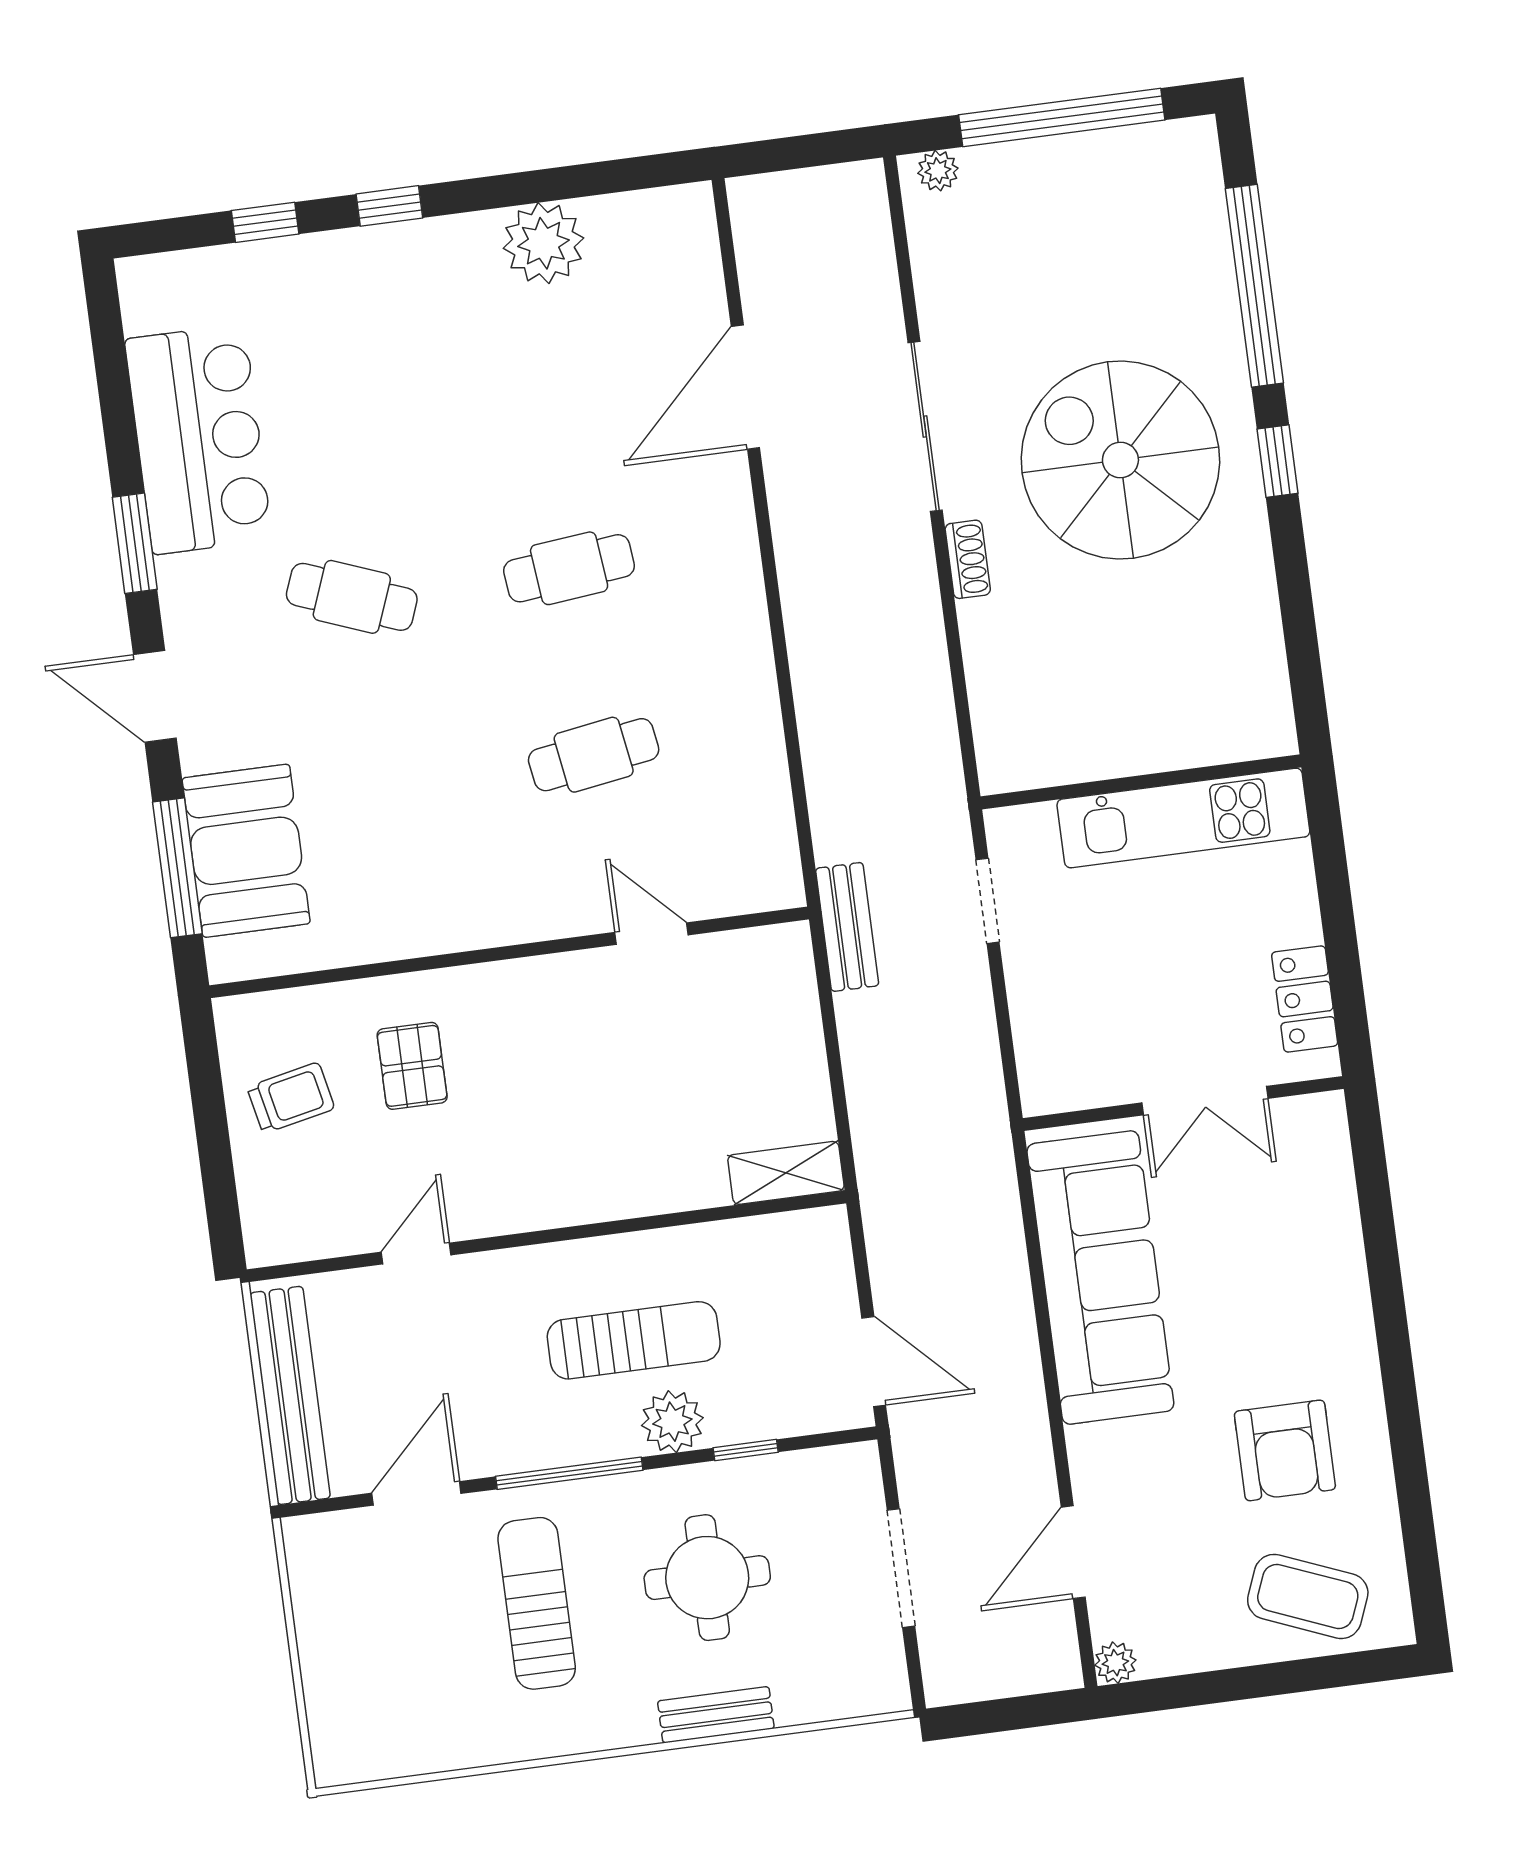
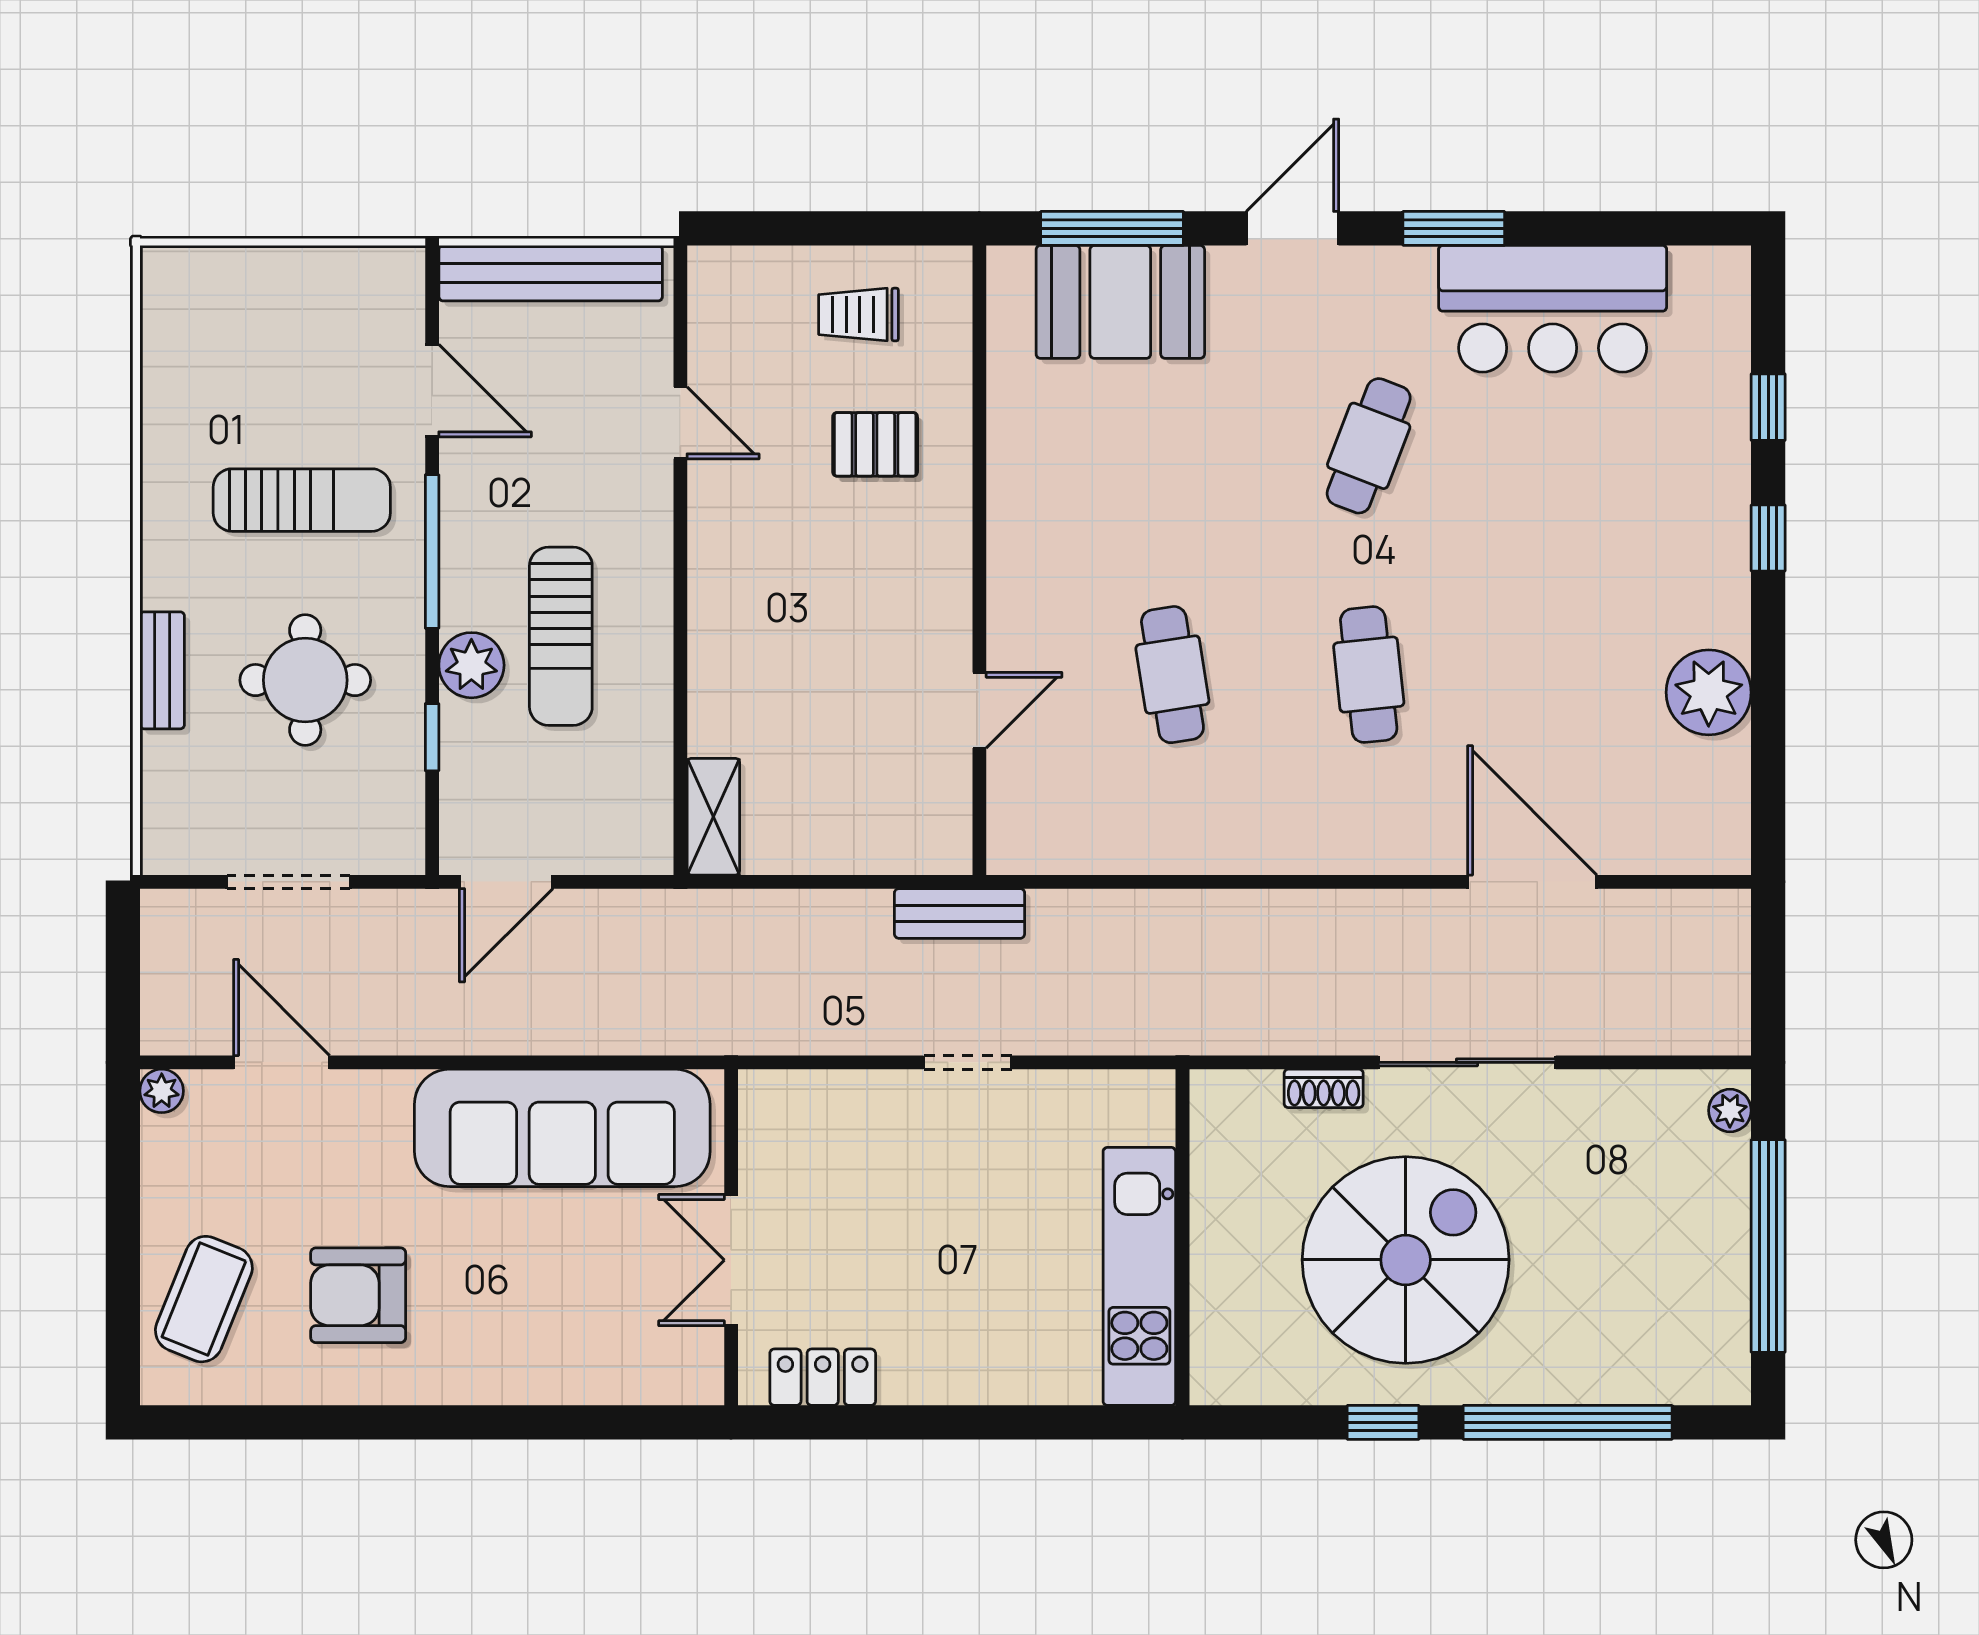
wall: (1141, 782) -> (1182, 1237), moved
kitchen unit: (1183, 818) -> (1139, 1276), moved
trolley: (291, 1098) -> (859, 315), turned 102

